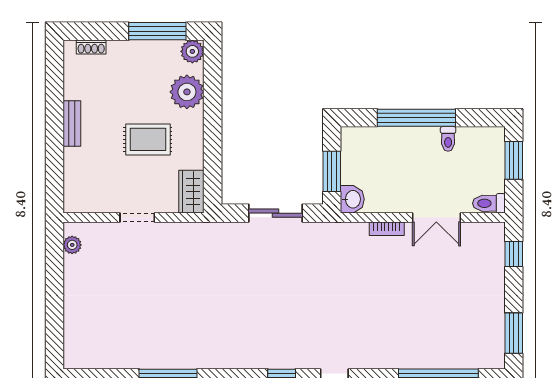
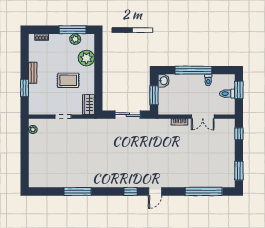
plant: (192, 51) -> (75, 39), moved
window: (54, 156) -> (25, 88), added
washbasin: (352, 199) -> (163, 81), moved
toilet: (489, 203) -> (227, 94), moved

